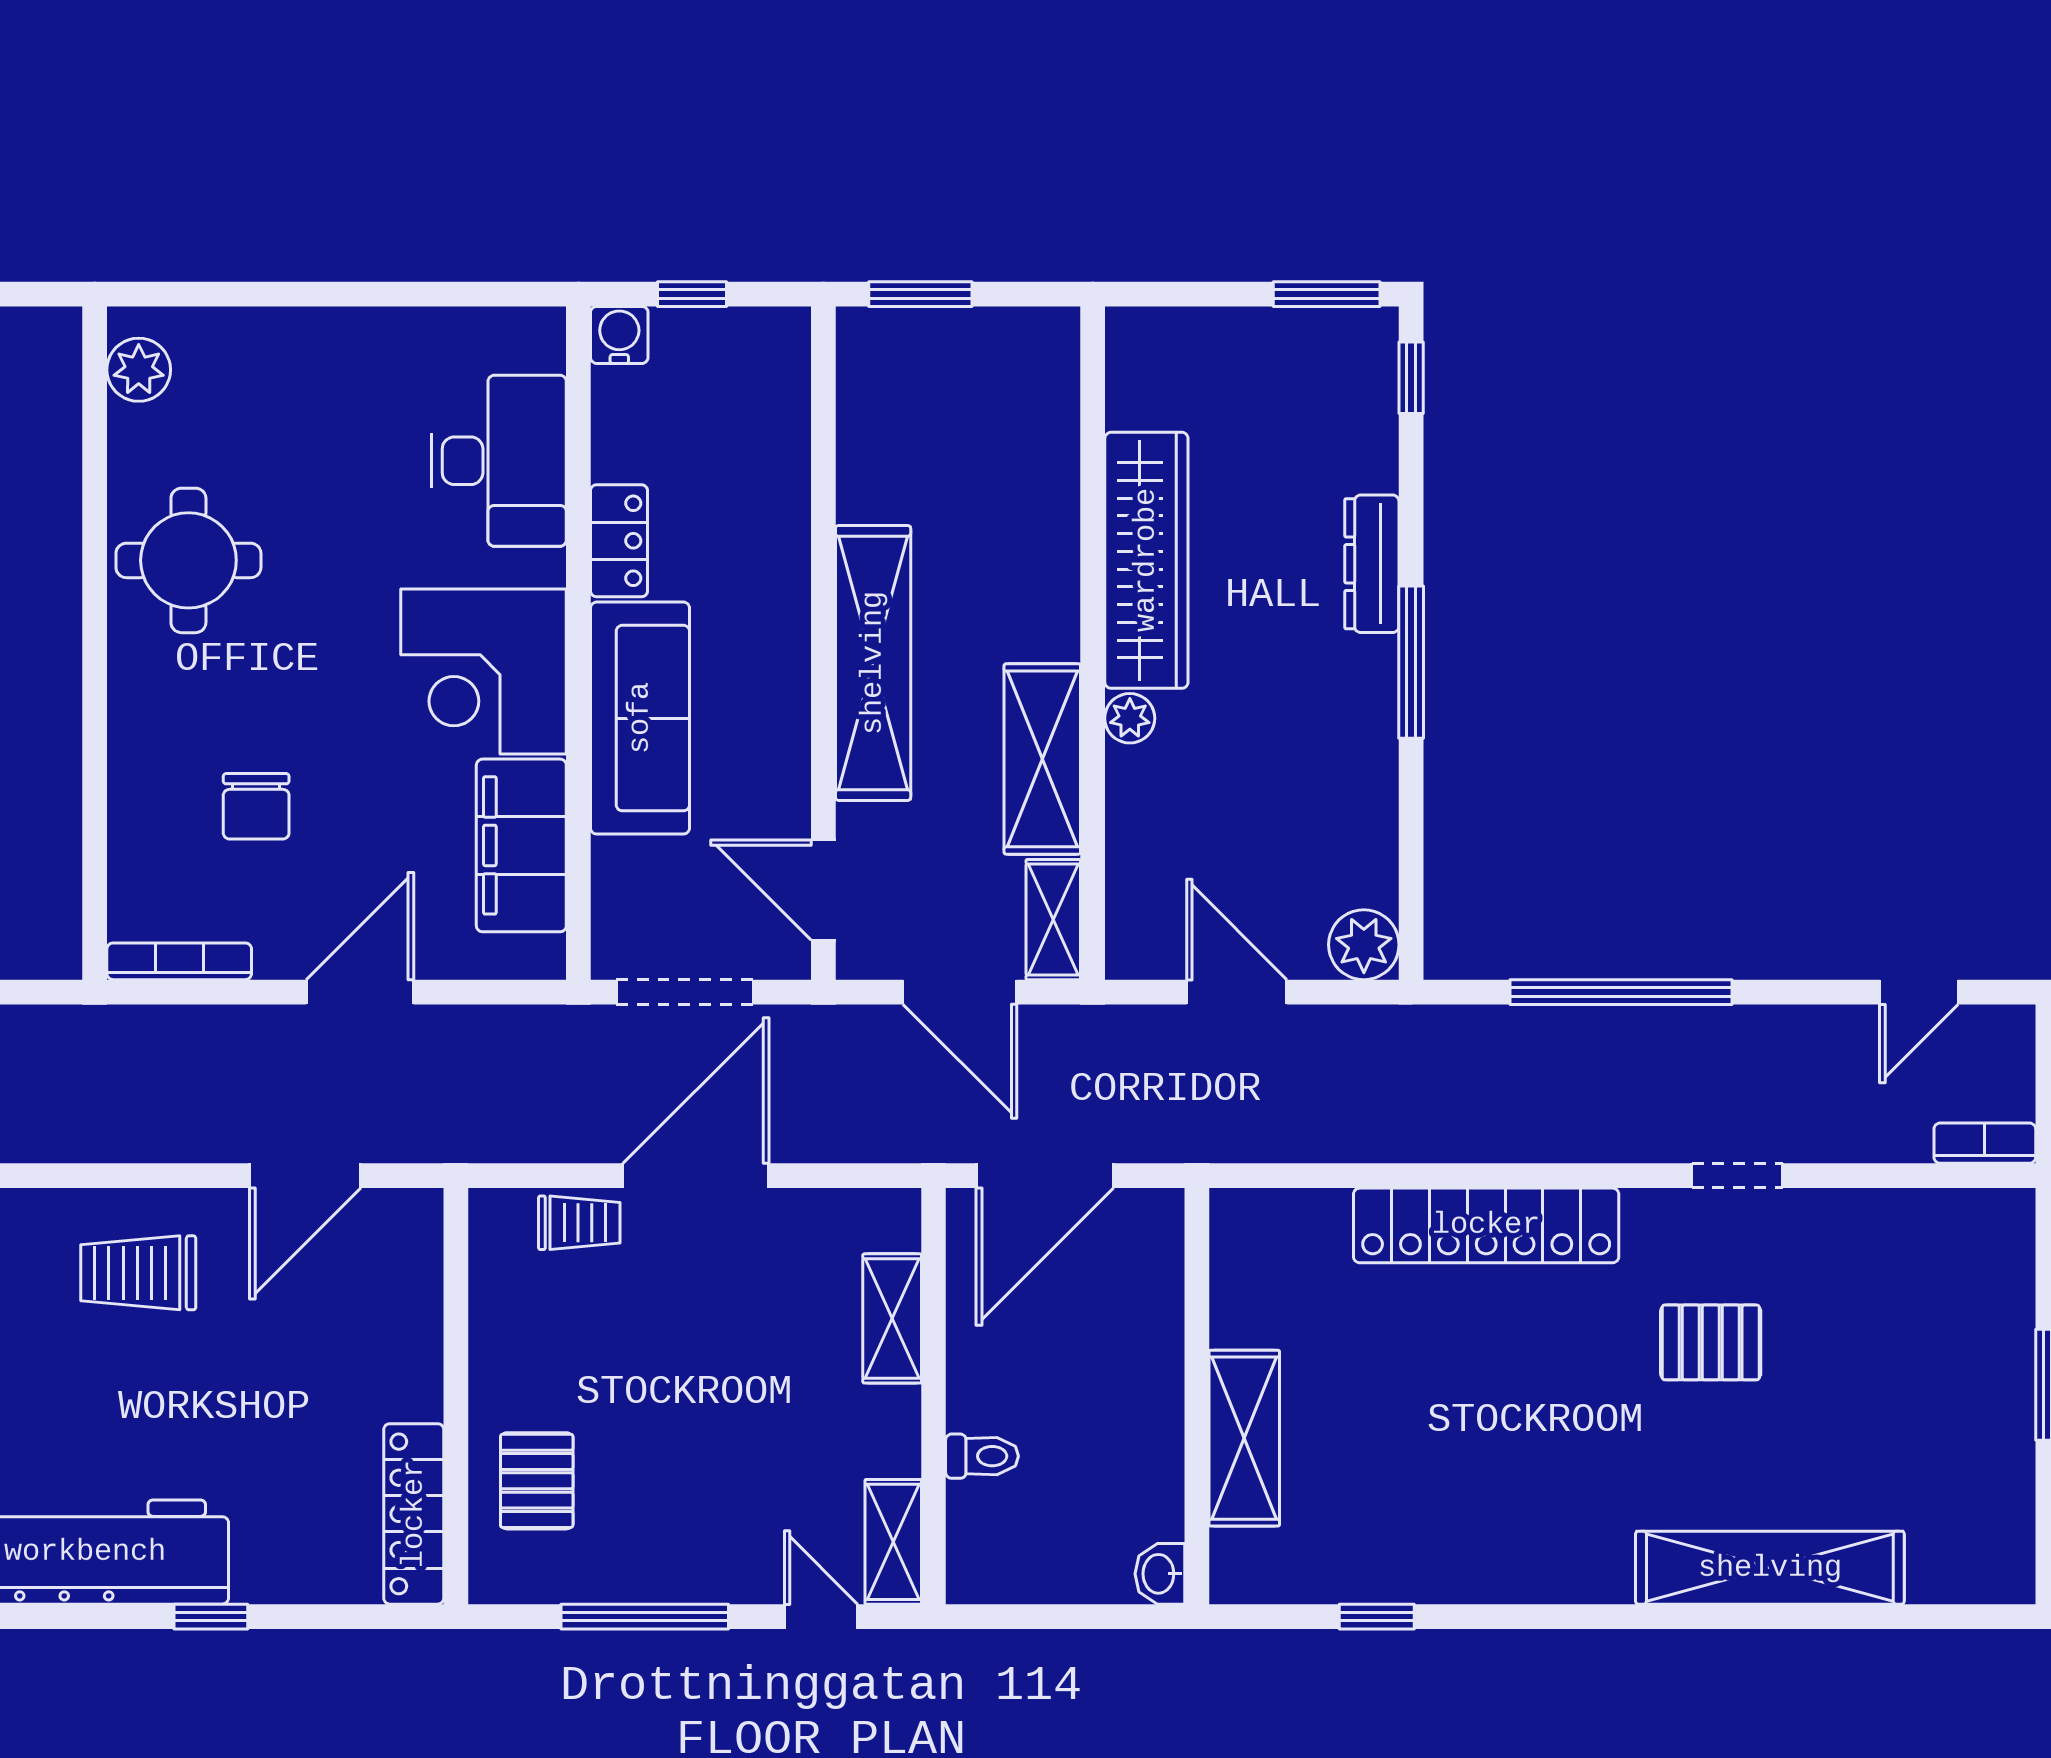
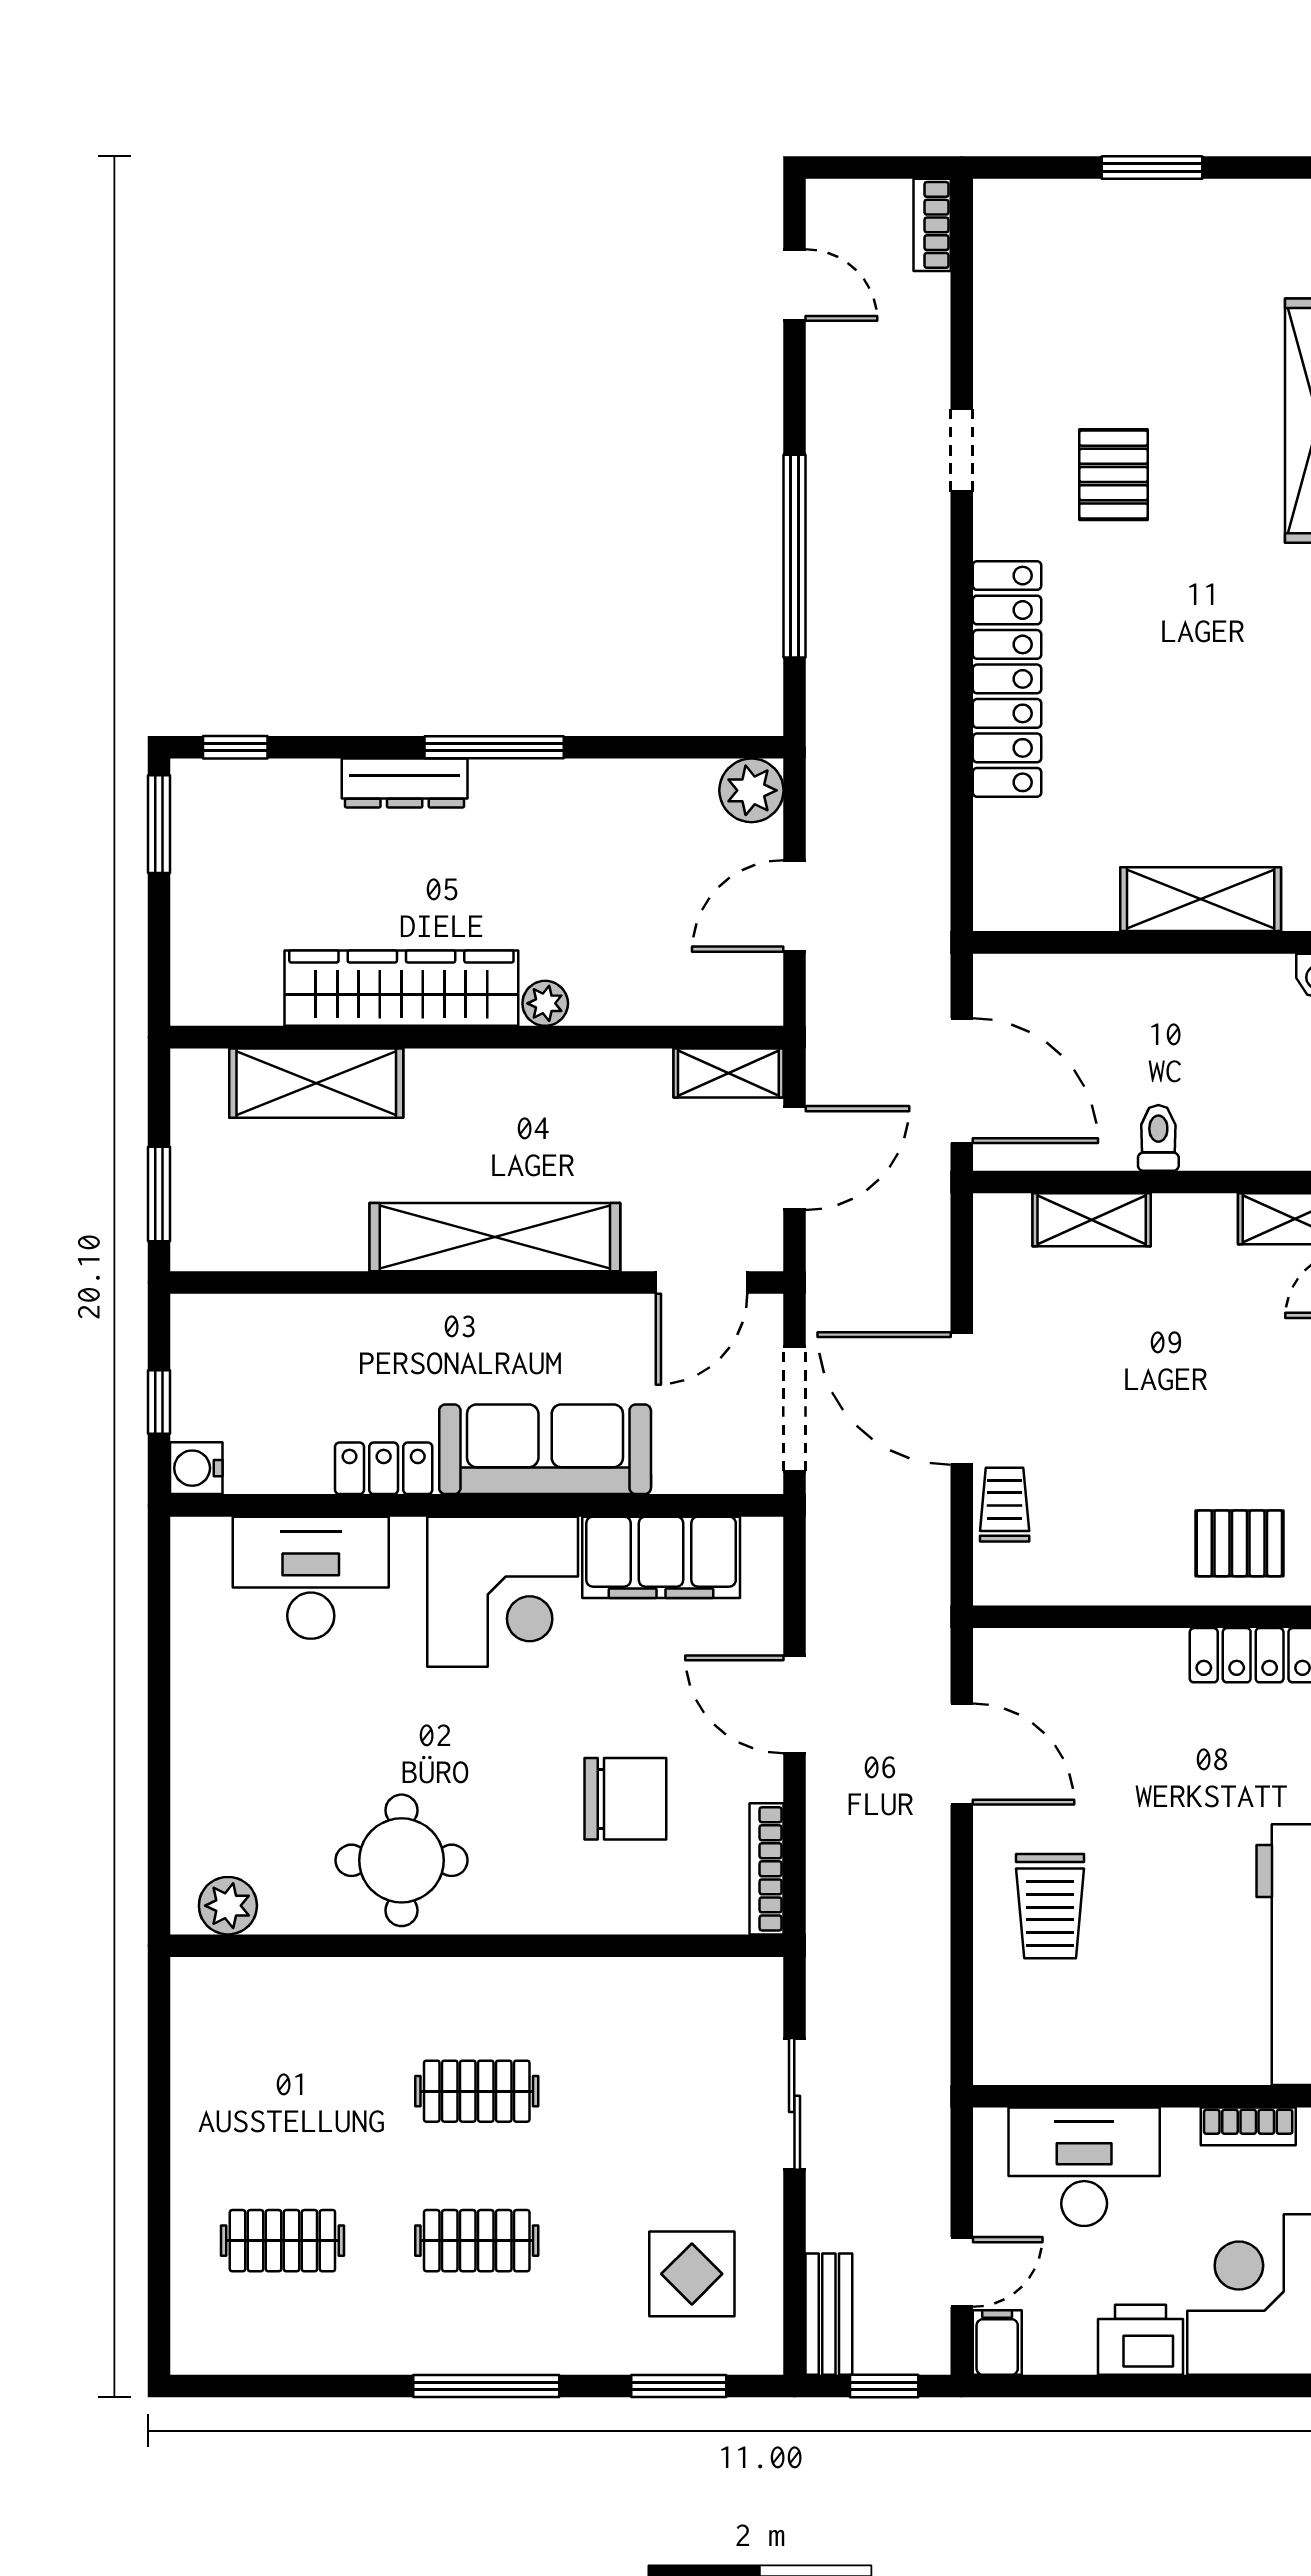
shelving: (1042, 759) -> (316, 1083), moved
chair: (256, 806) -> (625, 1799), width x1.37, depth x1.37
toilet: (982, 1456) -> (1158, 1138), moved

